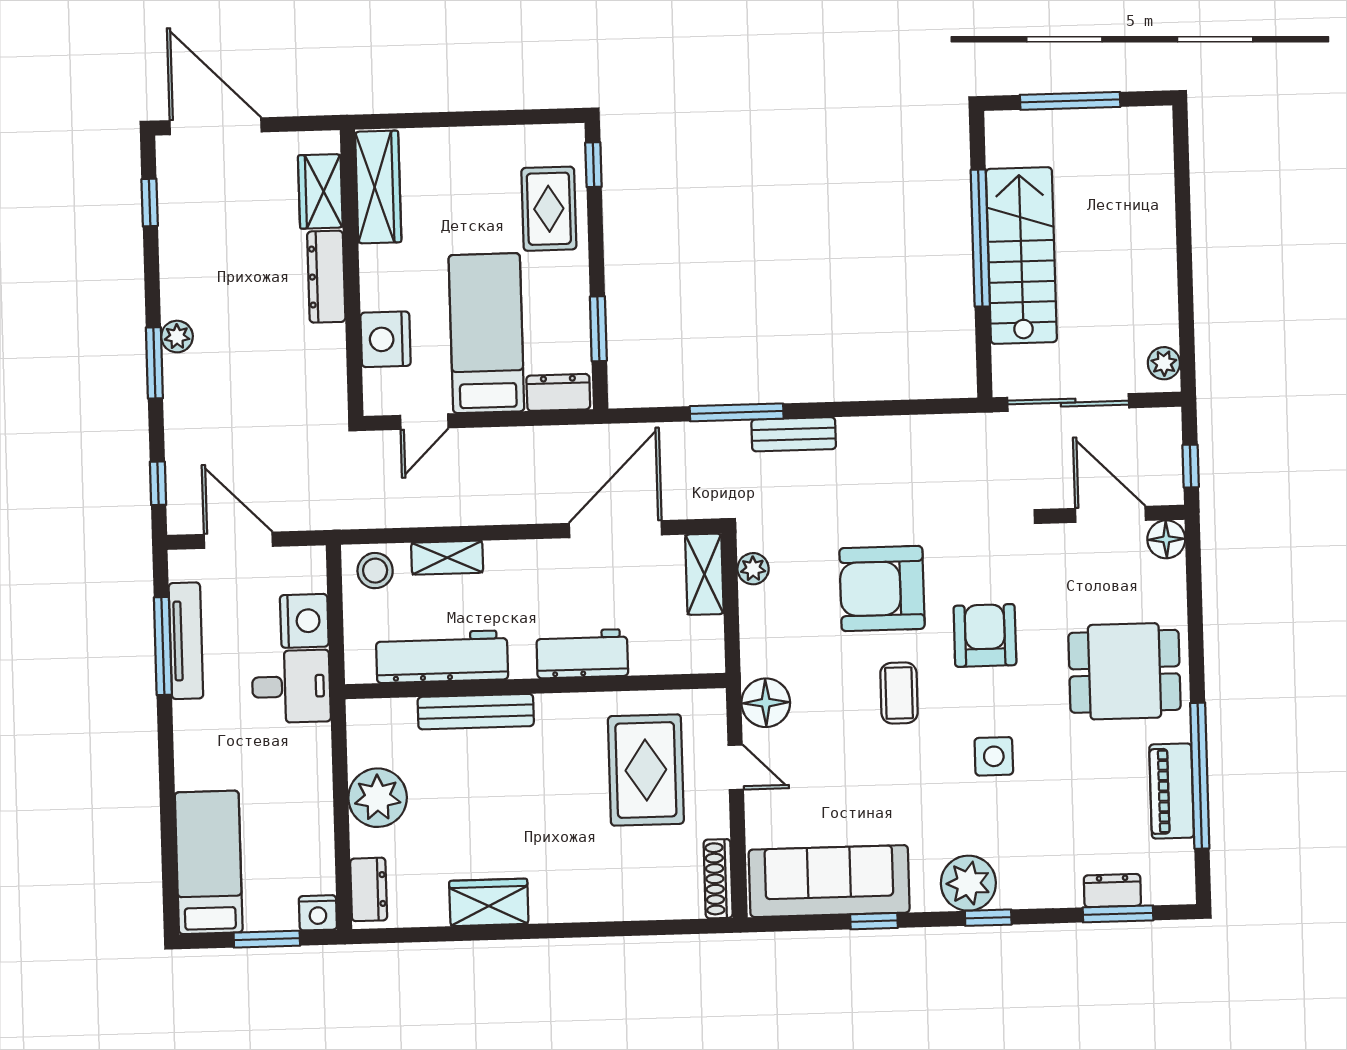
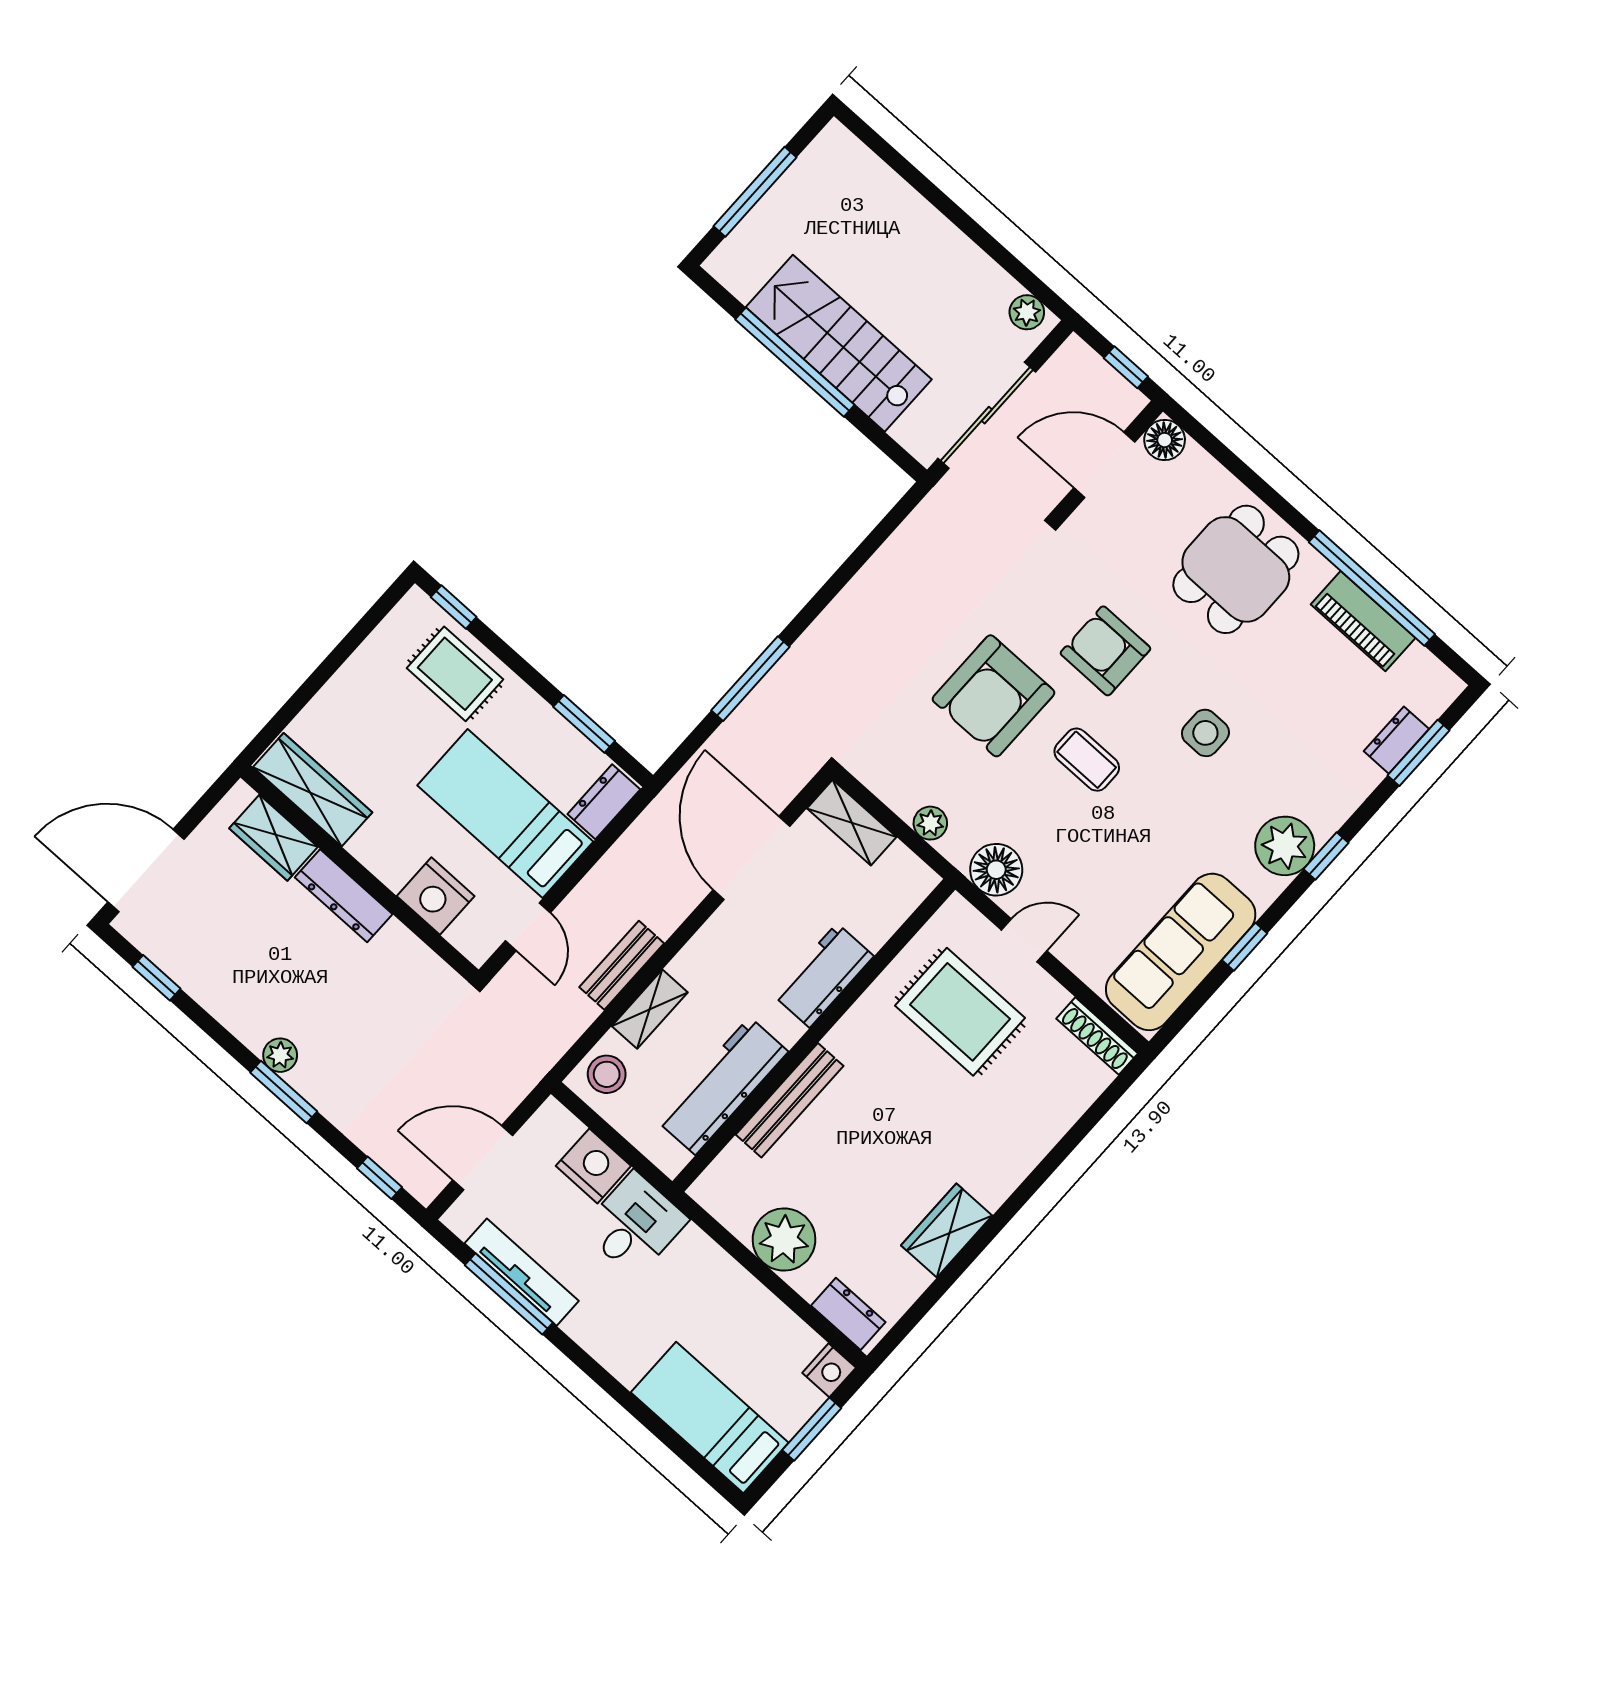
bench: (794, 434) -> (622, 965), moved
plant: (753, 569) -> (930, 823), moved

